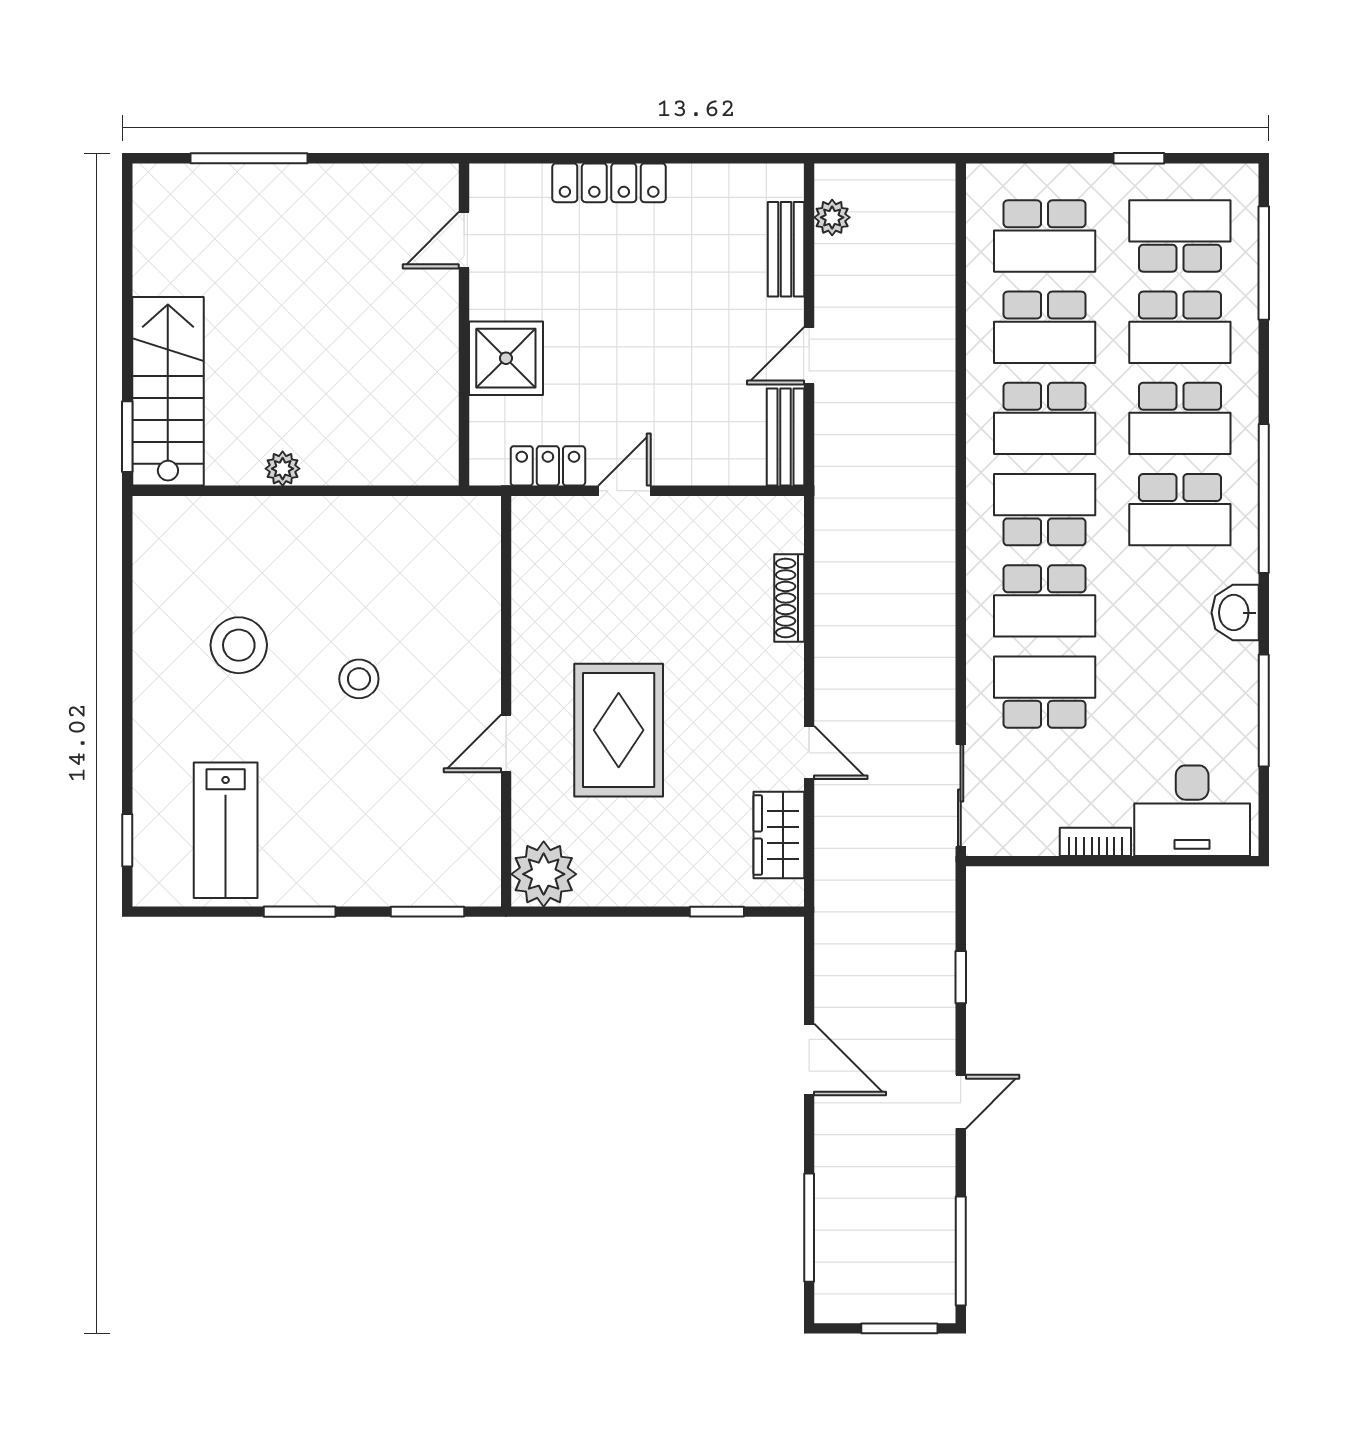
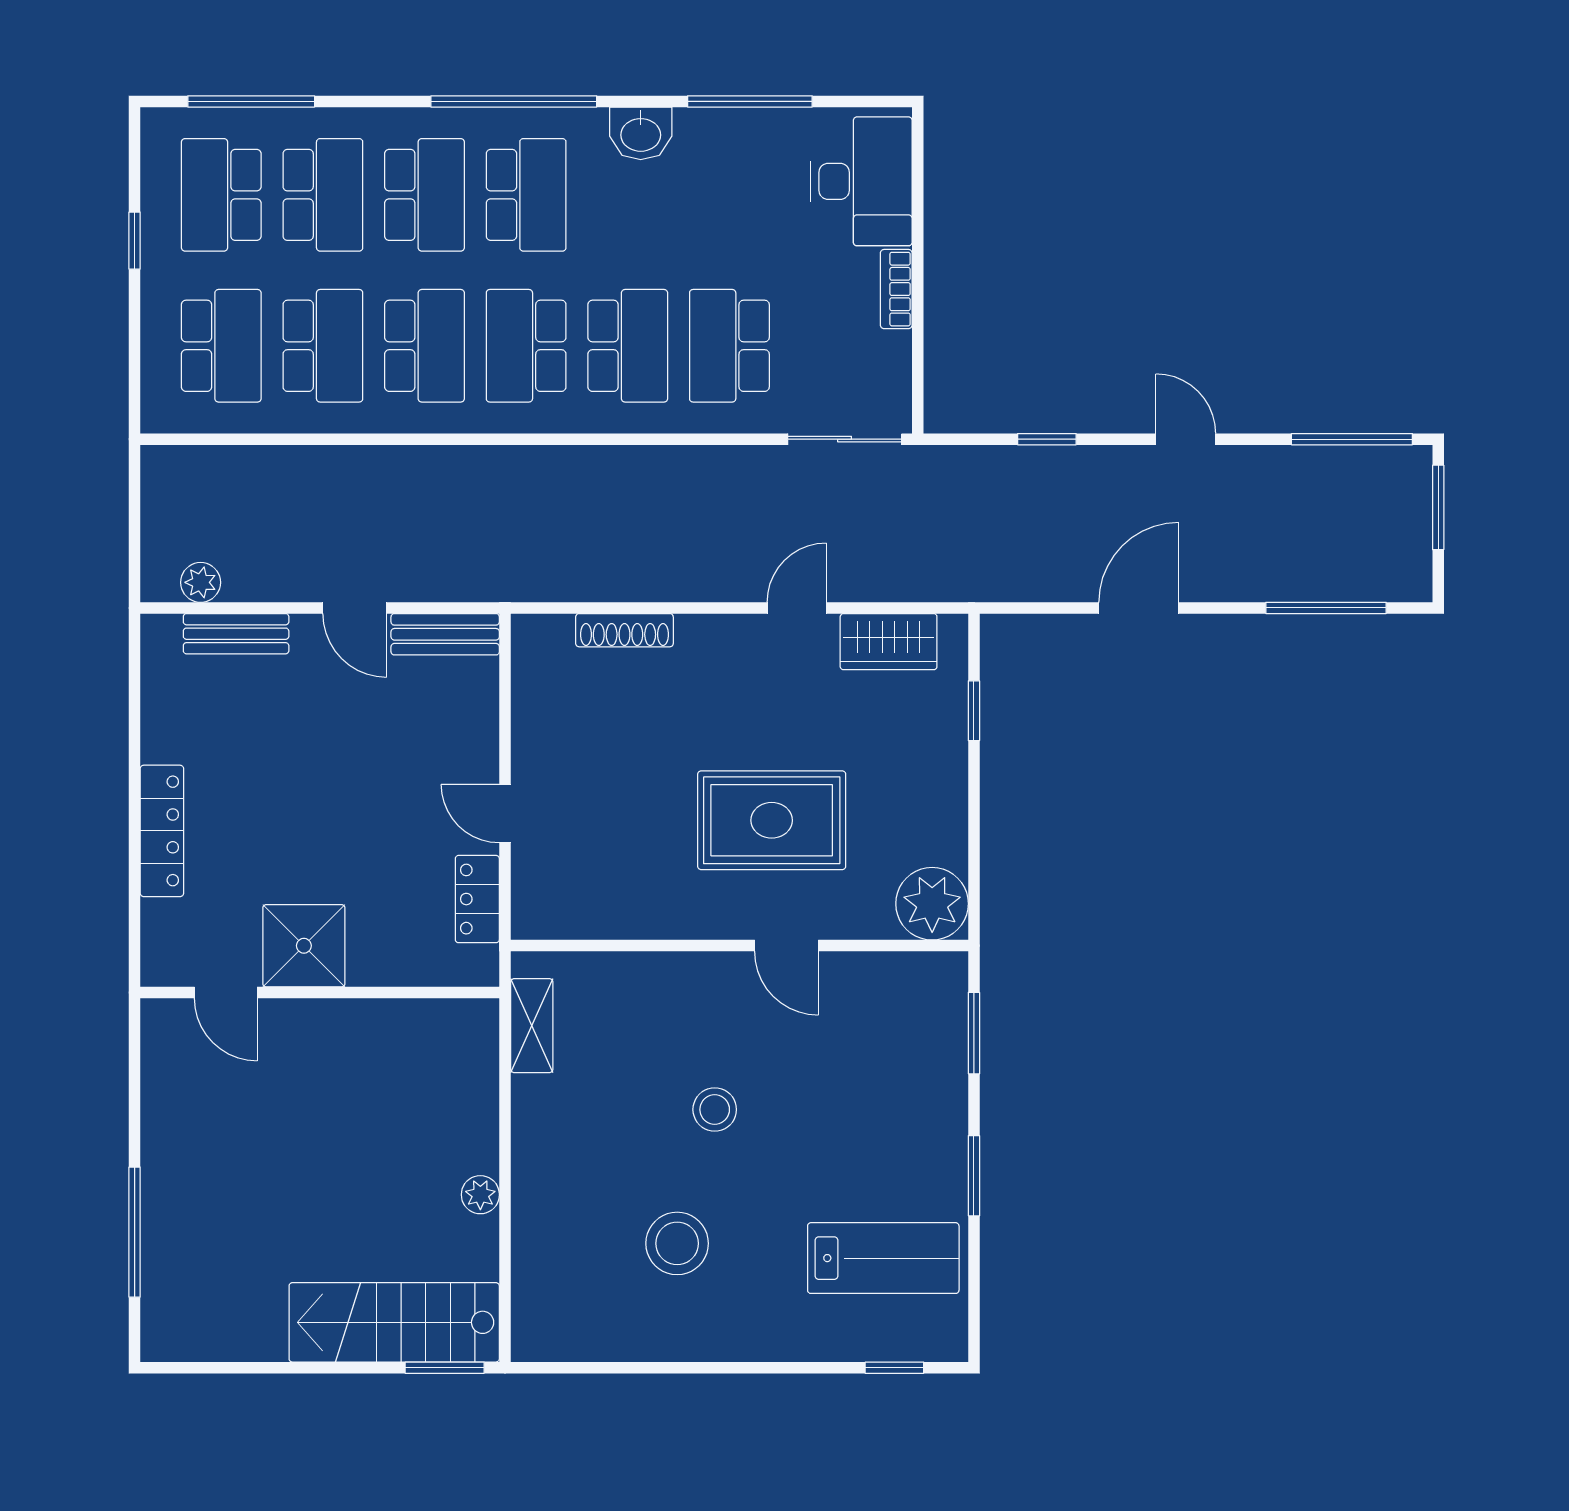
shower: (506, 358) -> (304, 946), moved
shelving: (434, 515) -> (532, 1026), added

